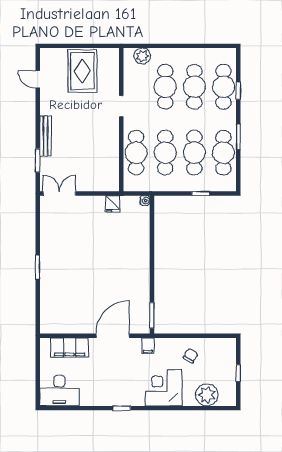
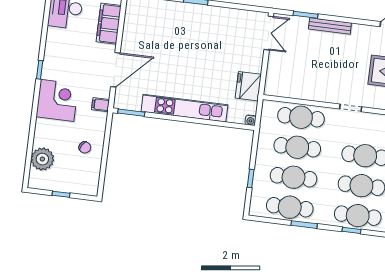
fridge: (113, 204) -> (248, 86), width x1.88, depth x1.34
kitchen unit: (141, 265) -> (184, 108), added
door: (113, 336) -> (115, 70), hinge flipped
corner desk: (164, 388) -> (57, 100), moved

